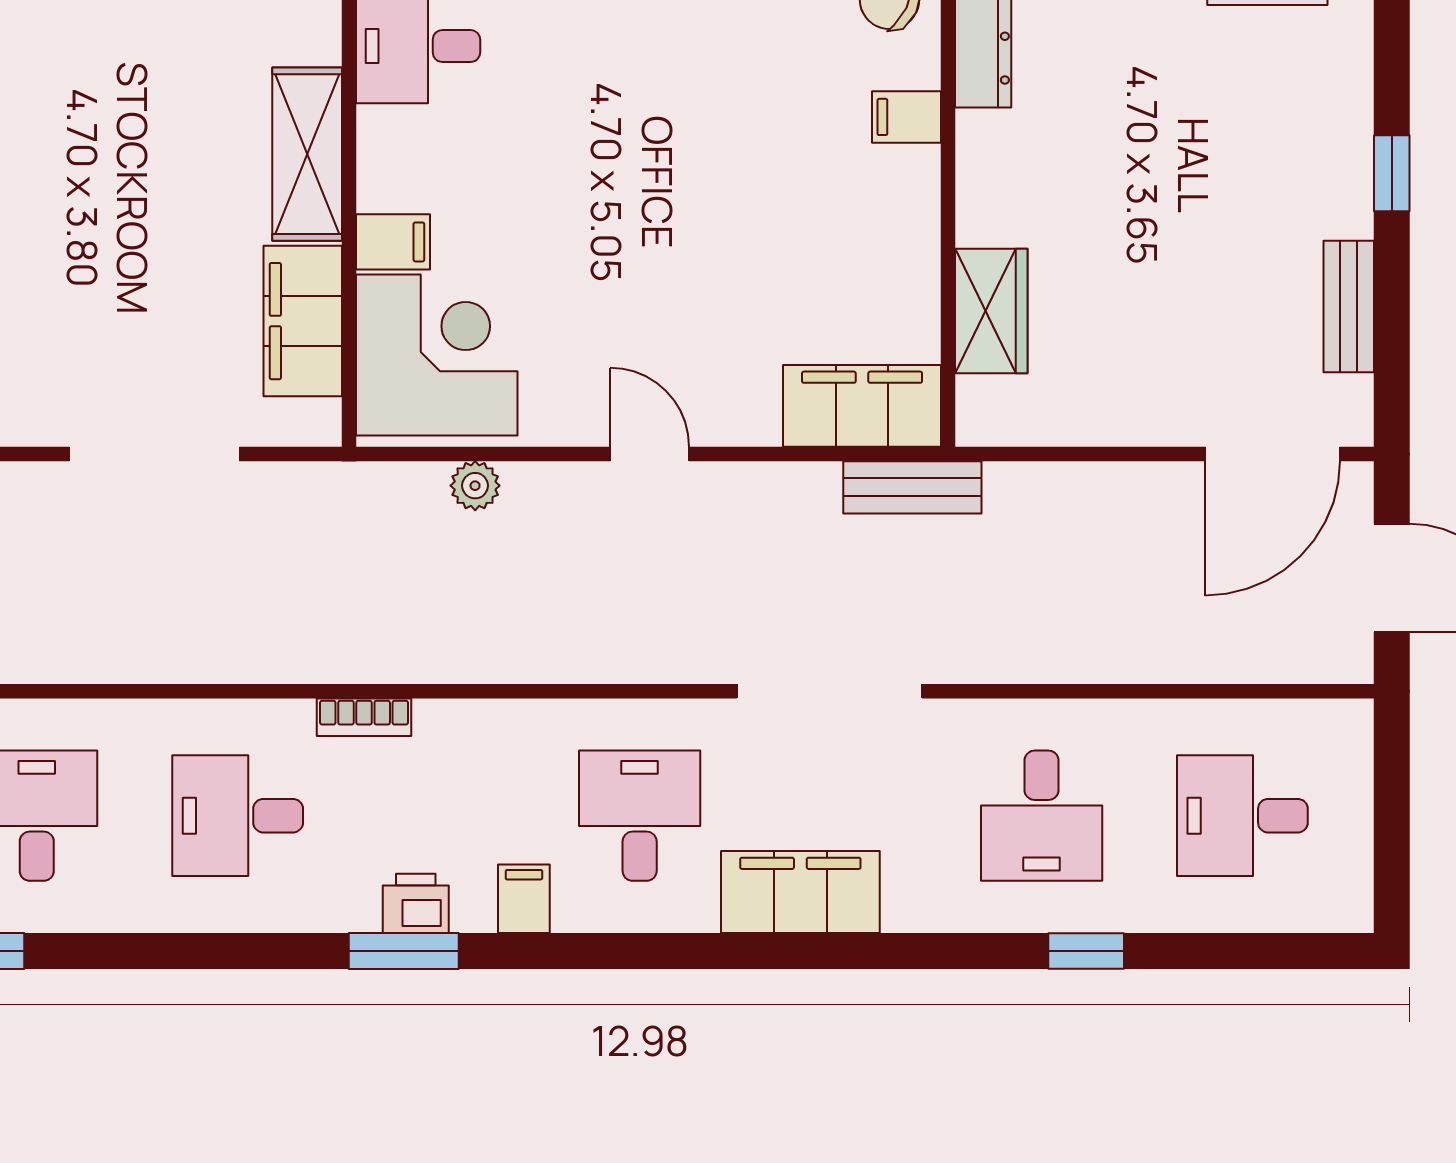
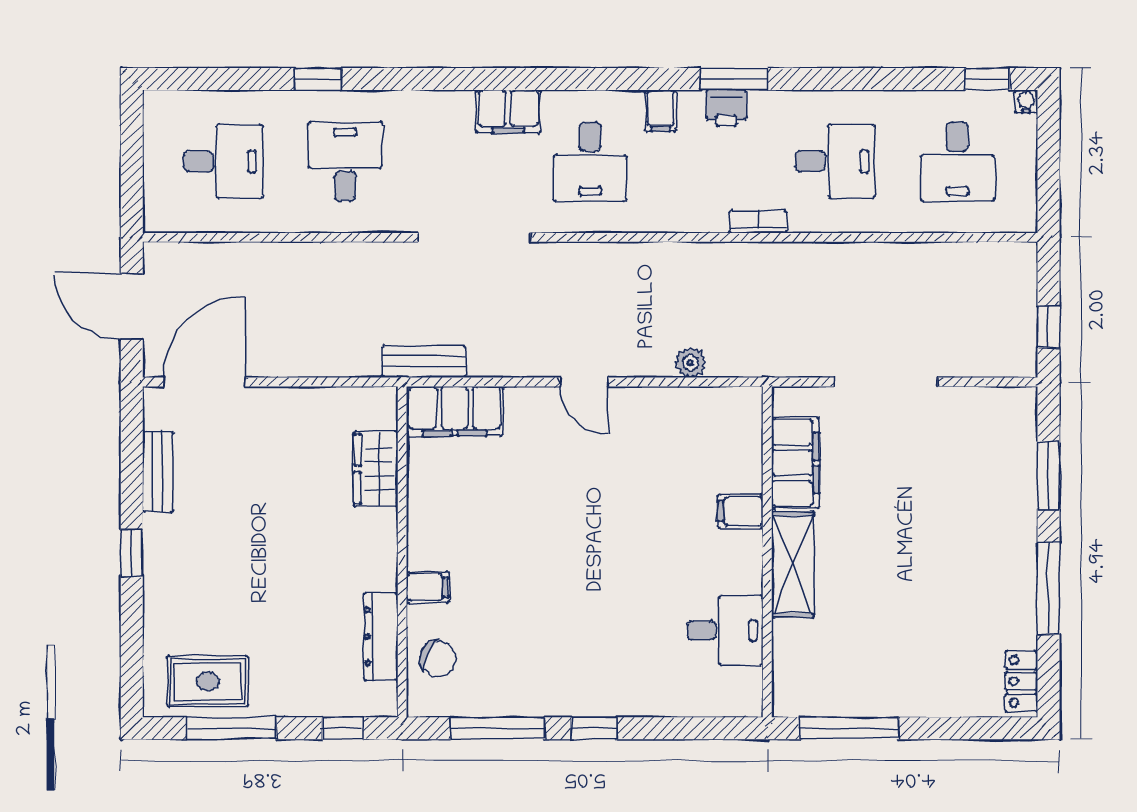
corner desk: (437, 355) -> (714, 442), removed
filing cabinet: (800, 892) -> (508, 111), width x0.67, depth x0.86

